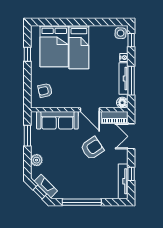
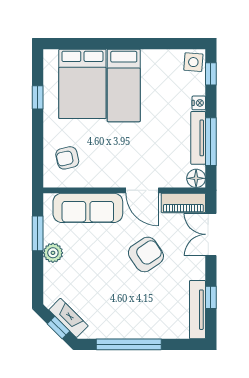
plant: (37, 160) -> (53, 253), moved

